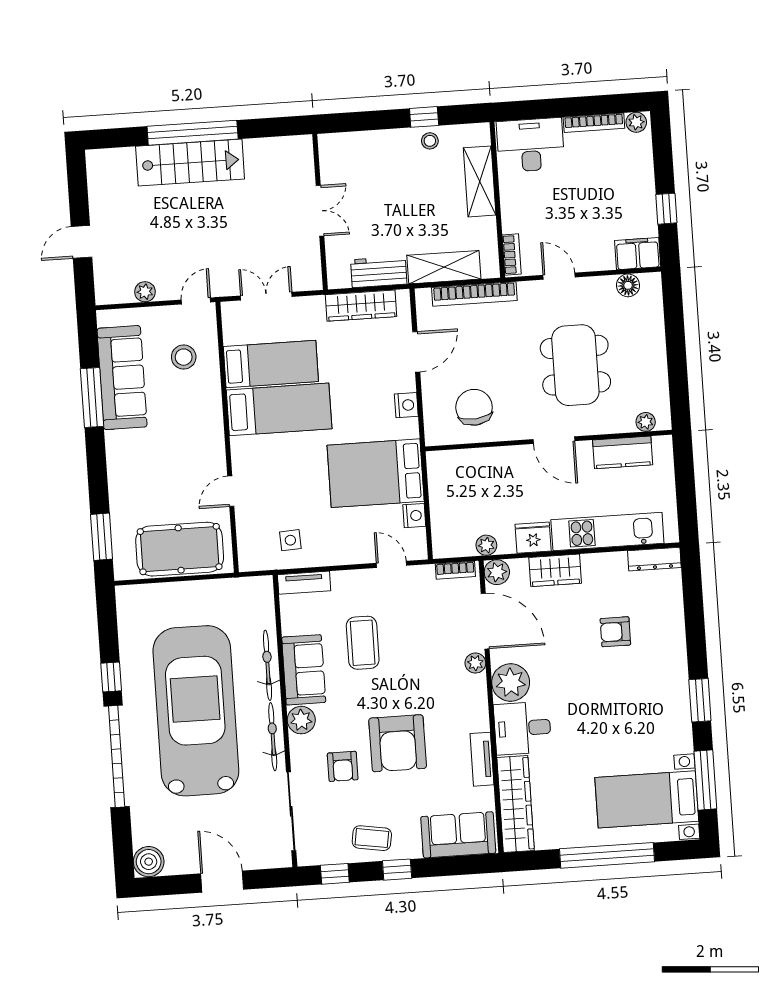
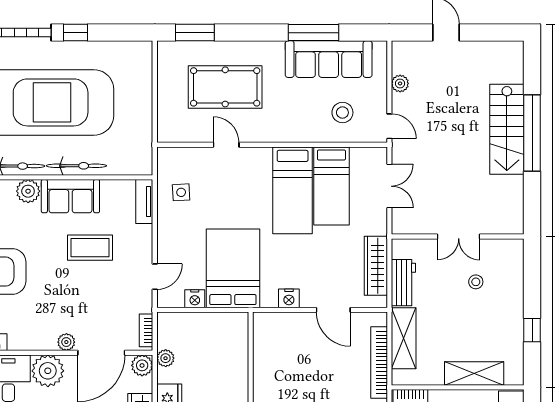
stool: (430, 141) -> (476, 282), moved
chair: (474, 407) -> (283, 356), removed
pool table: (180, 549) -> (225, 87), moved, turned 90

